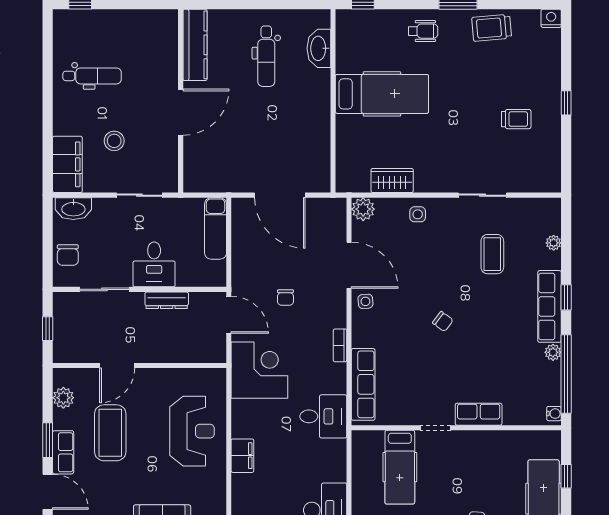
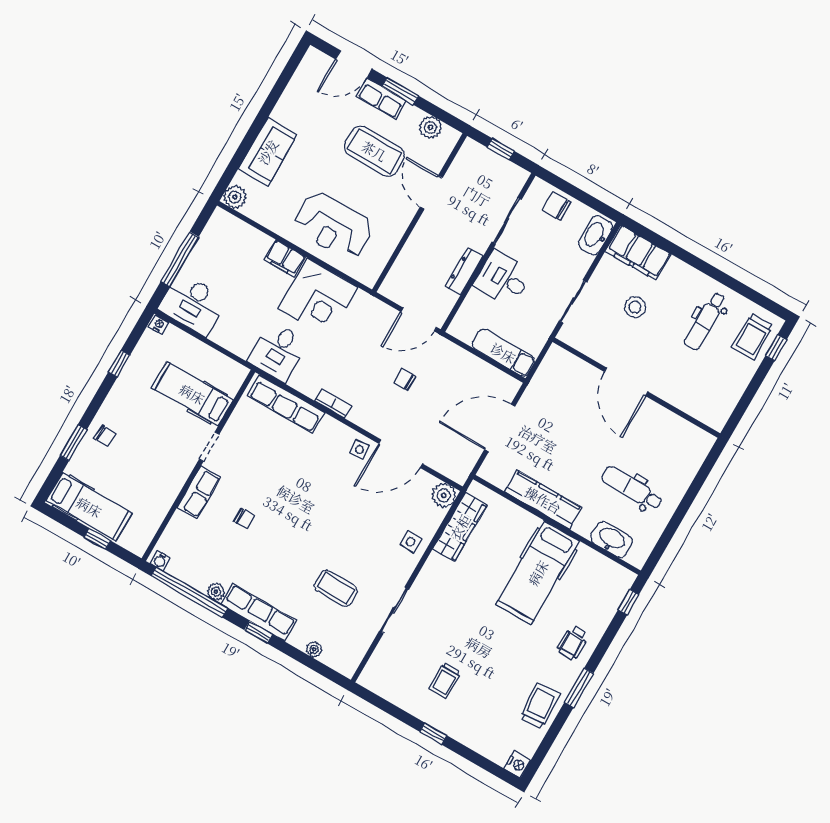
trolley: (82, 29) -> (752, 336), added
kitchen counter: (195, 45) -> (543, 500), moved, turned 180
wardrobe: (392, 181) -> (460, 527), width x1.50
chair: (443, 321) -> (244, 519), moved, turned -126
corner desk: (259, 370) -> (318, 298), moved

